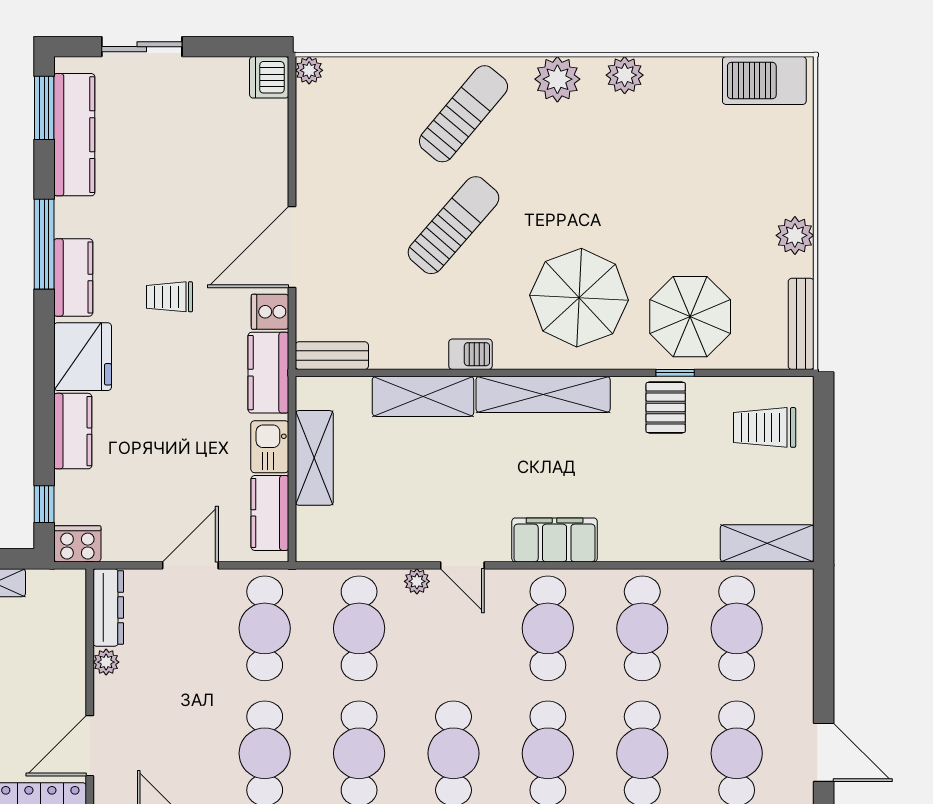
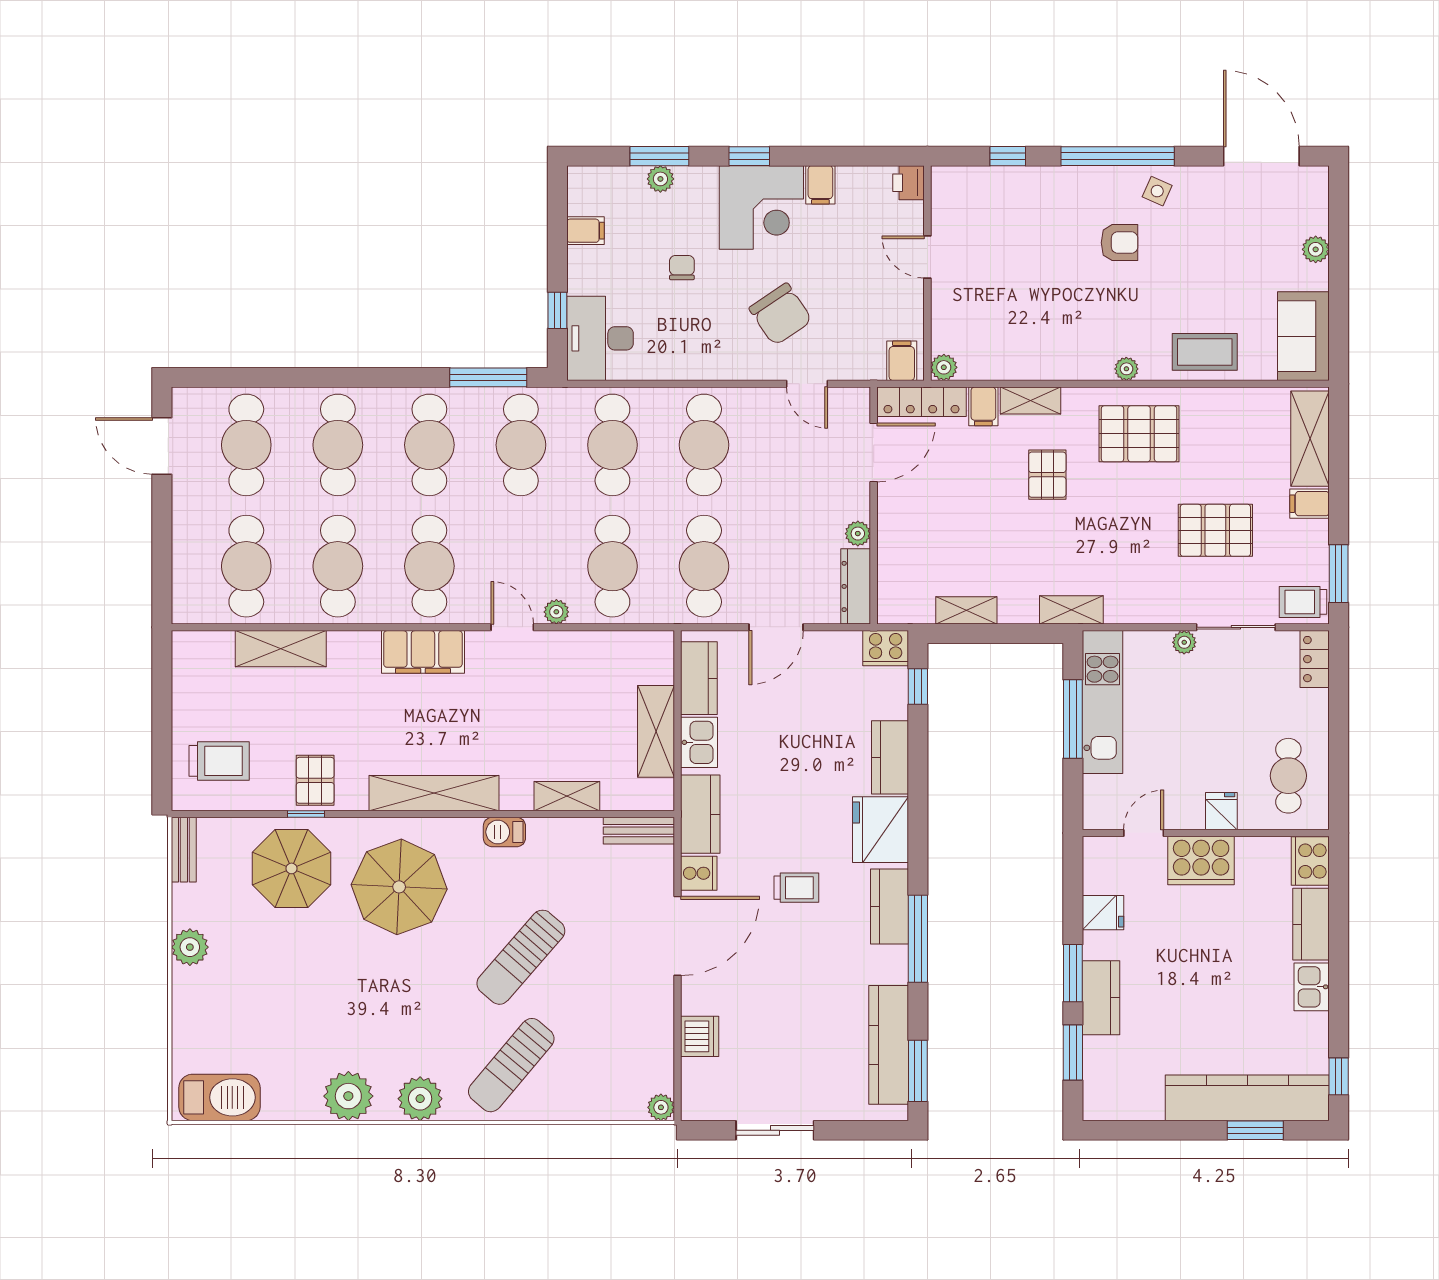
sliding door: (142, 47) -> (775, 1130), moved
plant: (625, 75) -> (348, 1096), width x1.36, depth x1.36
dishwasher: (269, 77) -> (700, 1036), moved
bench: (801, 324) -> (184, 850), width x0.73
shelving: (423, 396) -> (567, 796), width x0.67, depth x0.75
shelving: (767, 543) -> (281, 649), moved

